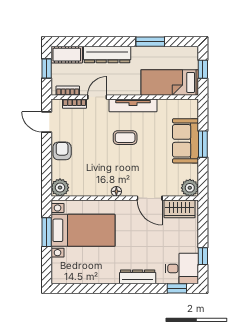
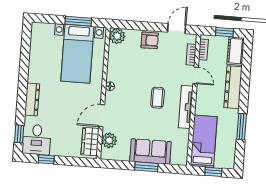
plant: (190, 188) -> (109, 140), moved

